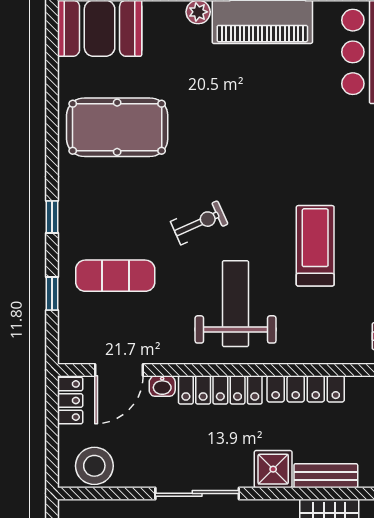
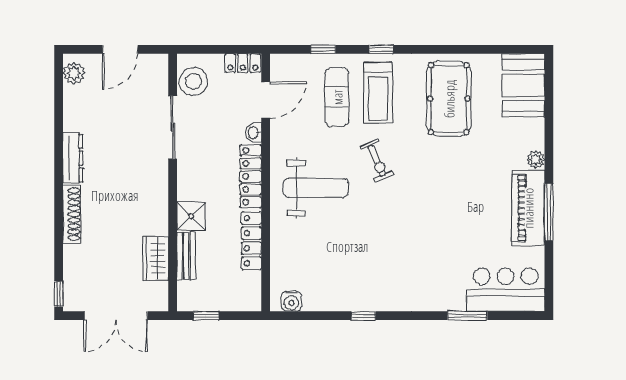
treadmill: (315, 246) -> (378, 93), moved, turned 90
door: (119, 370) -> (266, 100), swing flipped
sliding door: (197, 493) -> (173, 127), moved

